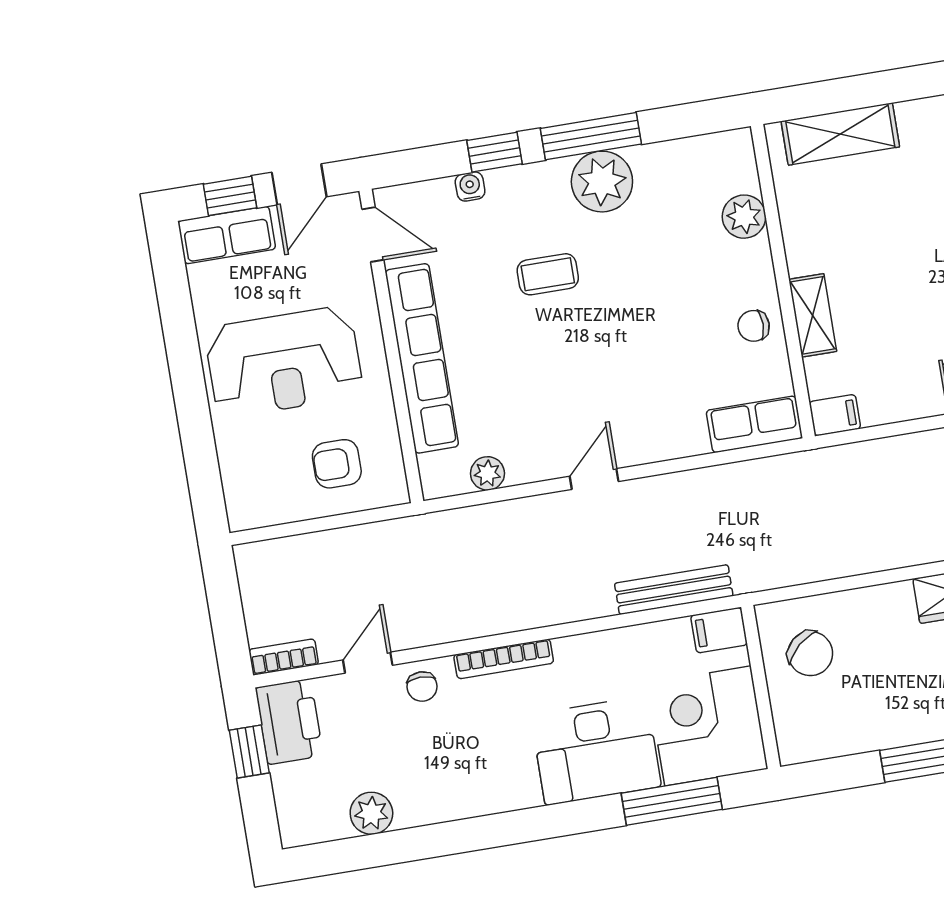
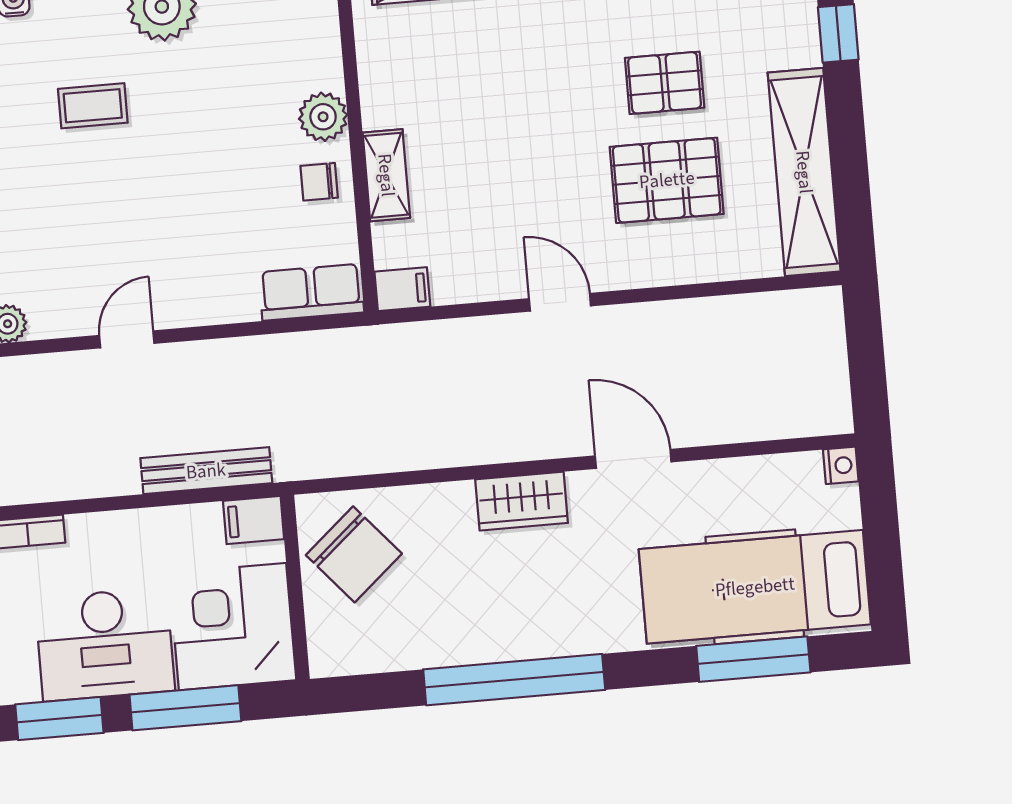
plant: (744, 217) -> (323, 117), moved
chair: (810, 654) -> (354, 554), width x1.37, depth x1.37
window: (561, 820) -> (59, 719), added

